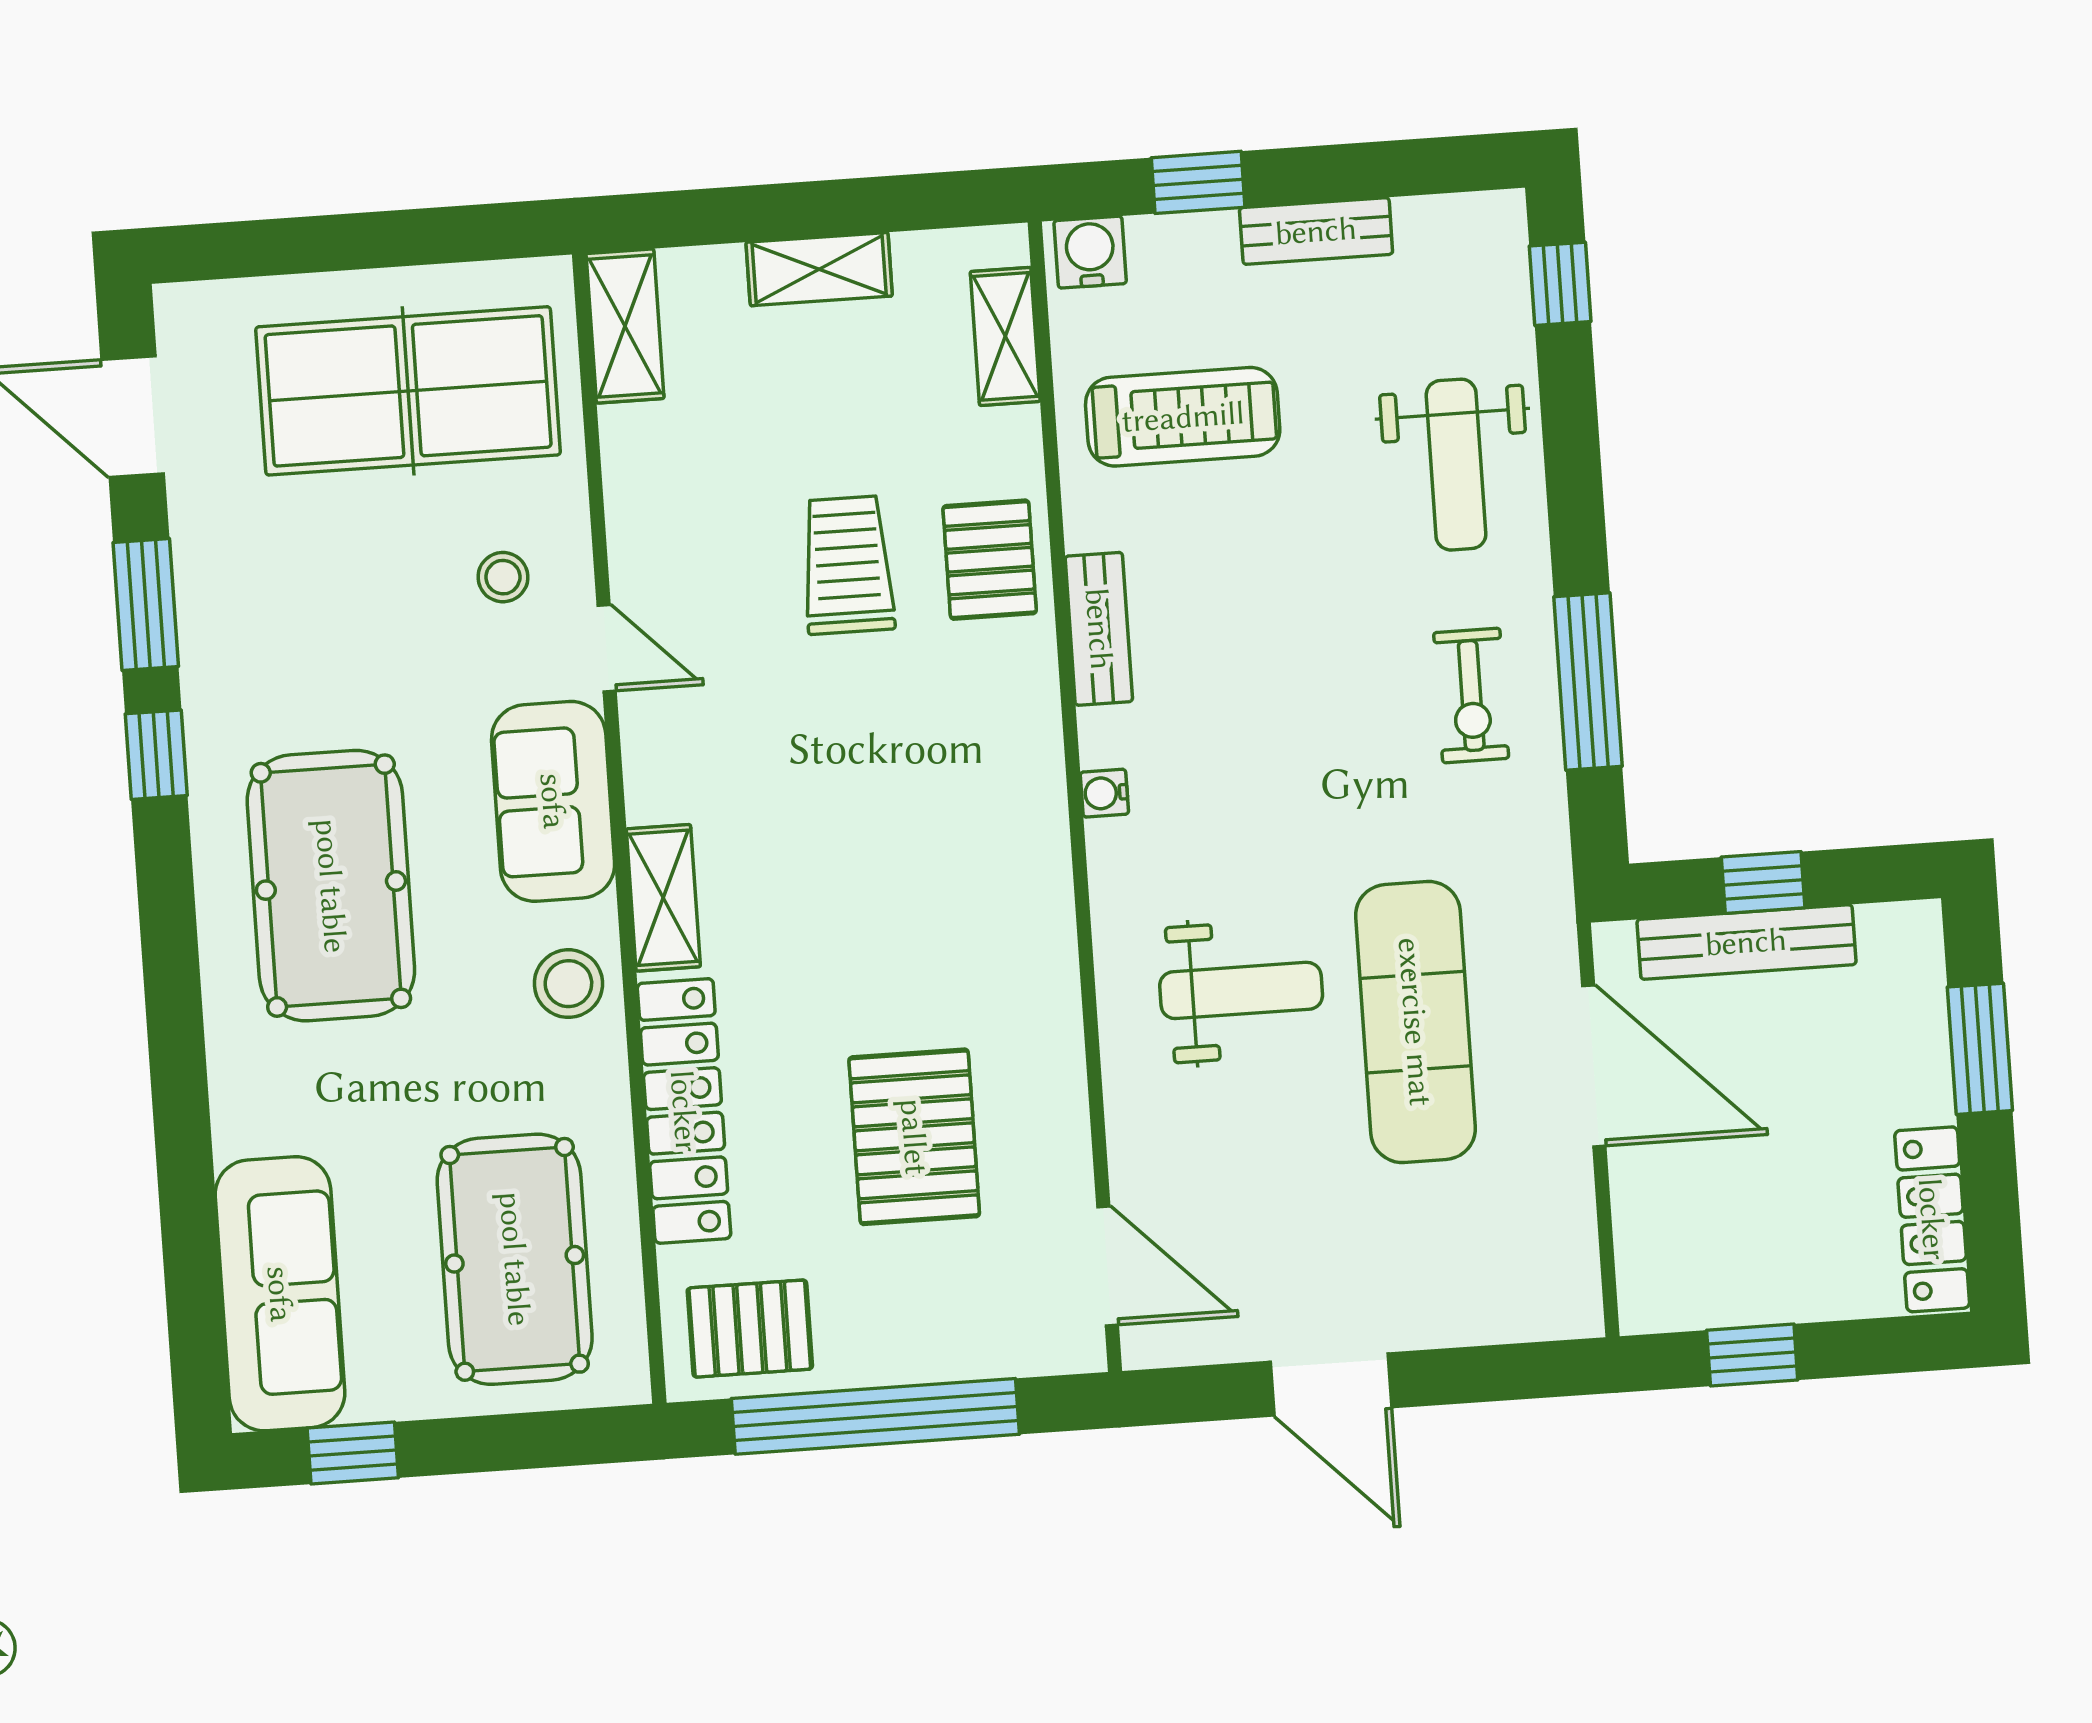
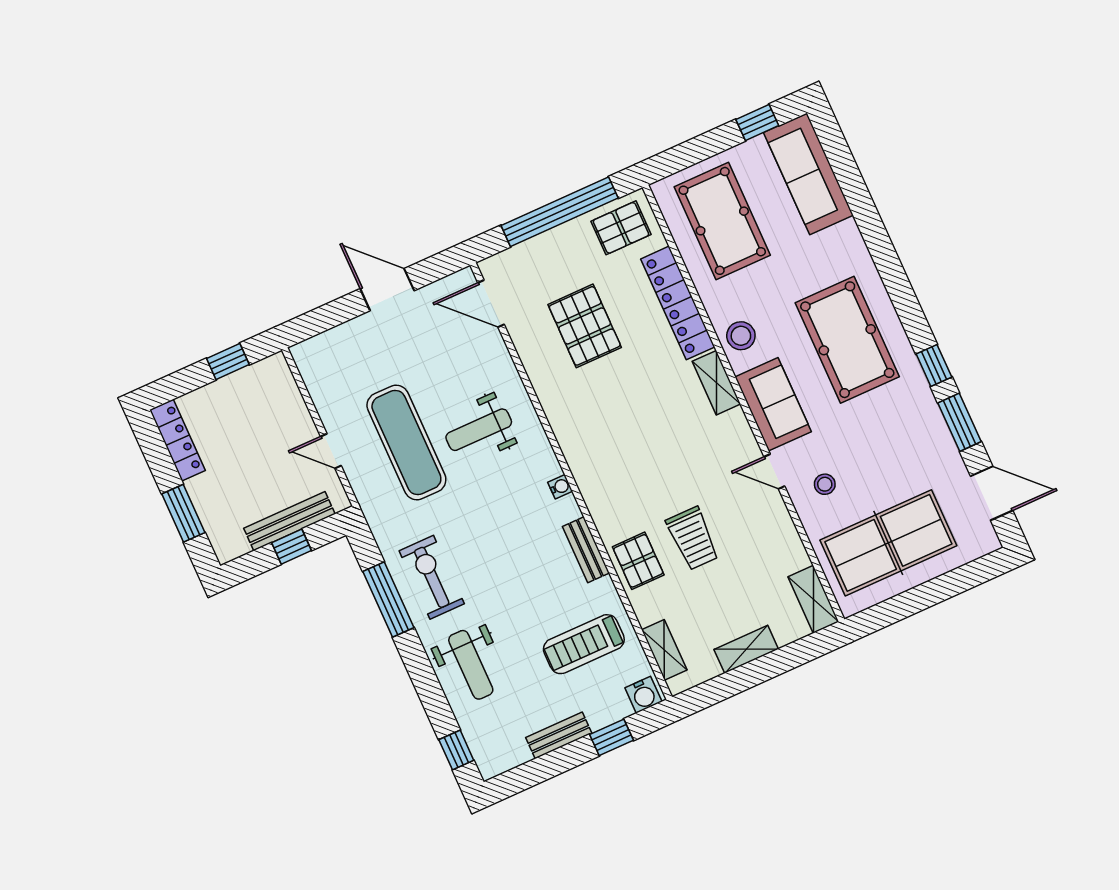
weight bench: (1456, 465) -> (471, 665), turned 180
exercise bike: (1471, 696) -> (432, 577), width x1.38, depth x1.39
door: (1594, 1066) -> (331, 451), width x0.53

